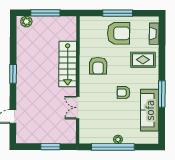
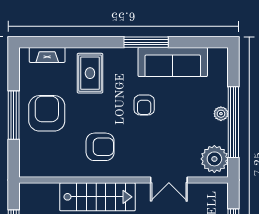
plant: (90, 135) -> (214, 159), added

